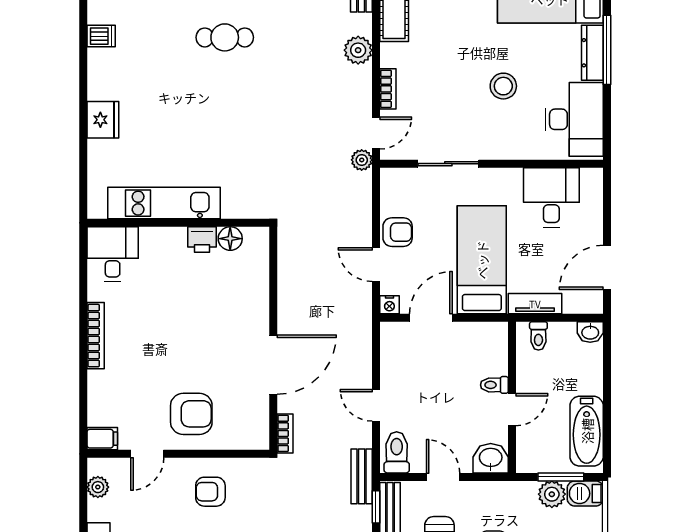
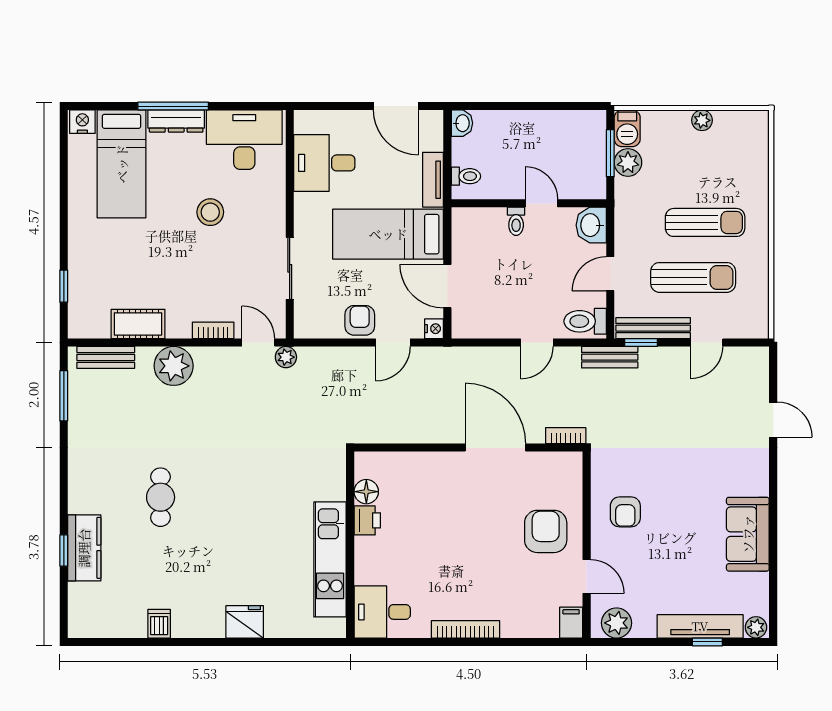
plant: (358, 50) -> (174, 366), width x1.36, depth x1.36
bathtub: (587, 431) -> (563, 127), removed
plant: (98, 487) -> (616, 623), width x1.38, depth x1.38

